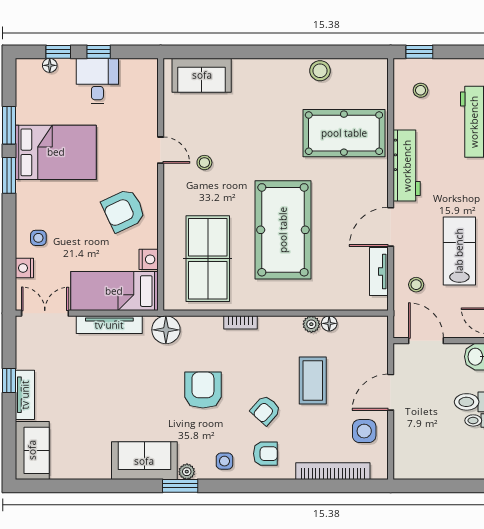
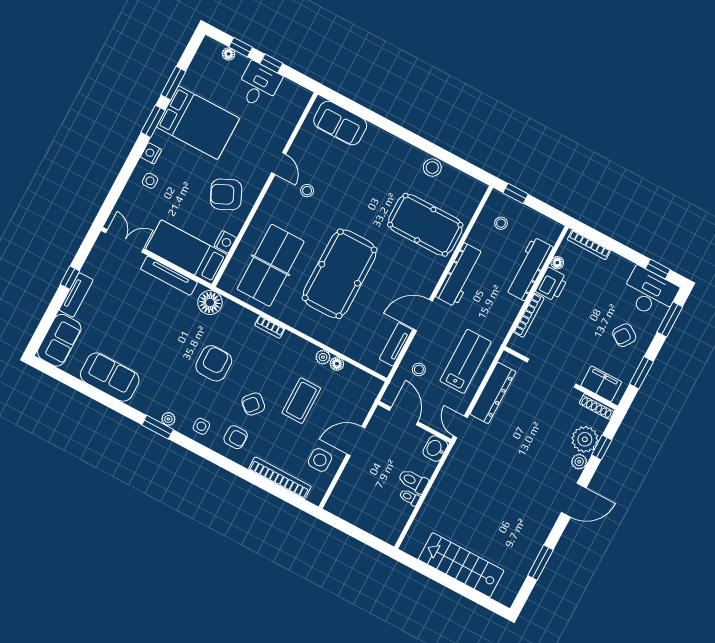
nightstand: (24, 268) -> (151, 153), moved
sofa: (144, 461) -> (110, 377), moved

